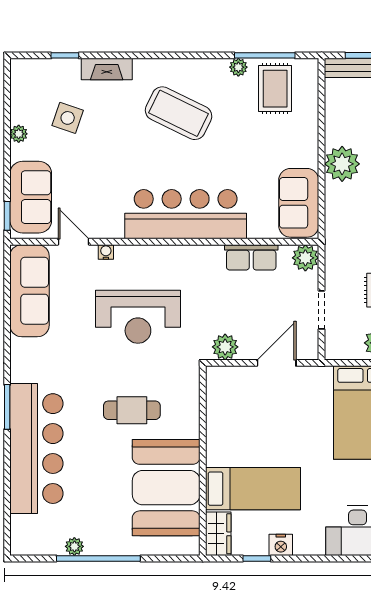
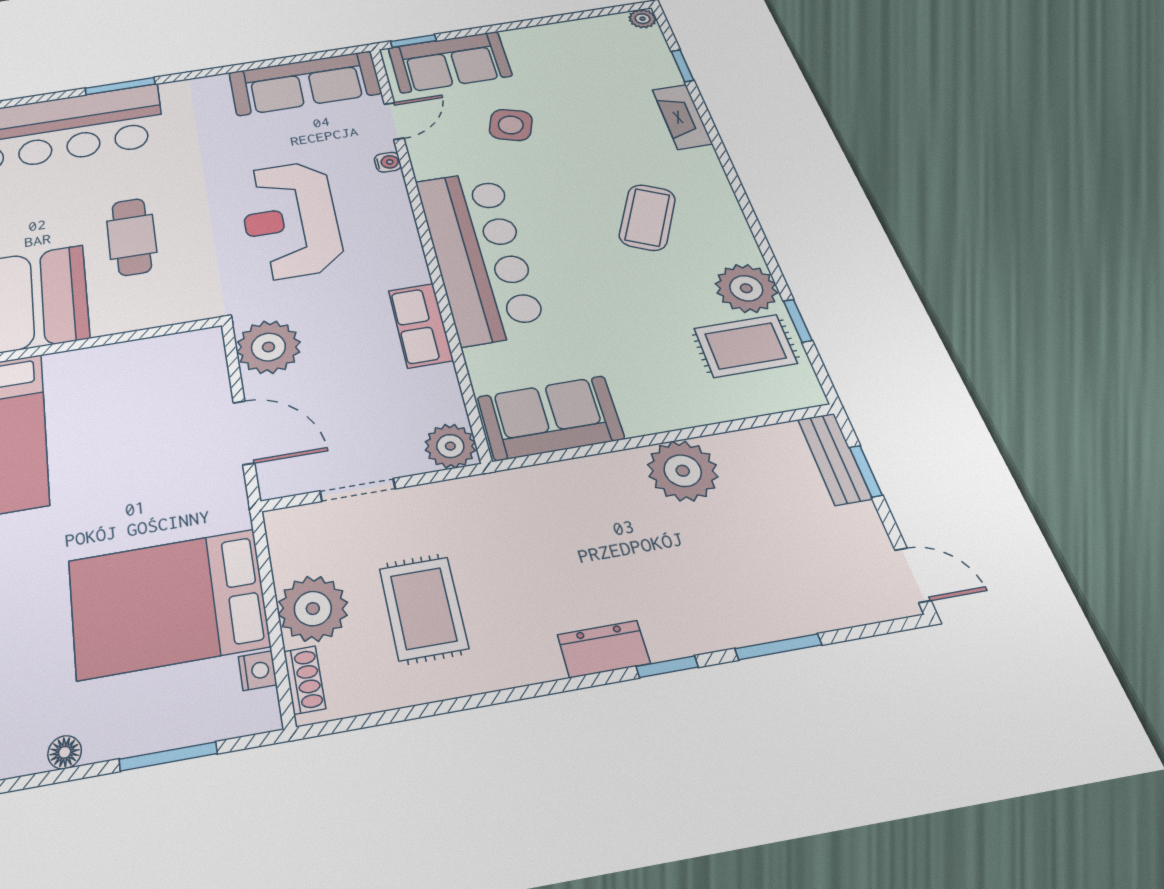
window: (265, 55) -> (798, 321), width x0.46
plant: (238, 67) -> (746, 288), width x1.88, depth x1.88
coffee table: (179, 113) -> (647, 217), width x0.73, depth x0.76
side table: (68, 118) -> (511, 125), moved
plant: (19, 134) -> (643, 19), moved
plant: (342, 164) -> (683, 471), moved
row of seats: (251, 257) -> (421, 325), moved
plant: (225, 347) -> (268, 347), width x1.36, depth x1.36

